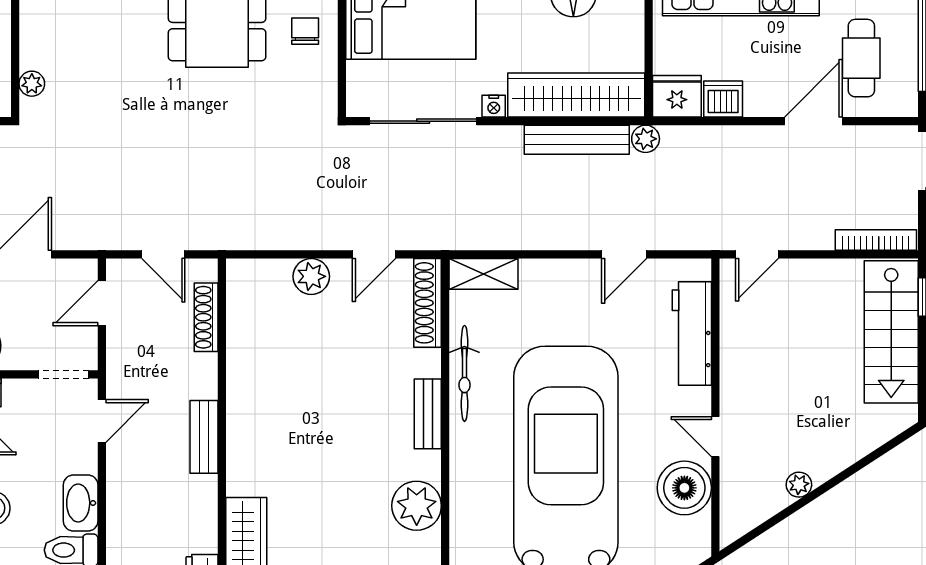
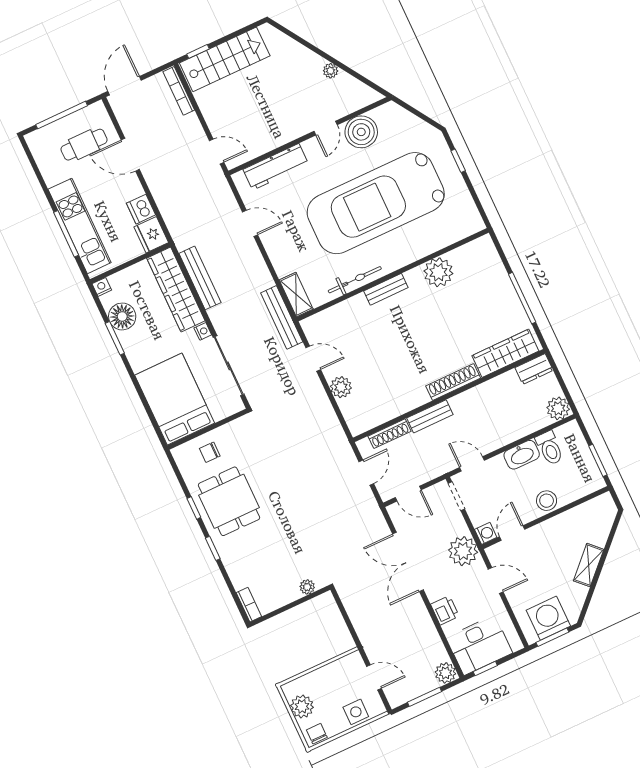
plant: (646, 139) -> (182, 241), removed
bench: (459, 236) -> (282, 317), added
shoe rack: (428, 303) -> (453, 382), moved, turned 180
bench: (204, 437) -> (430, 416), moved

